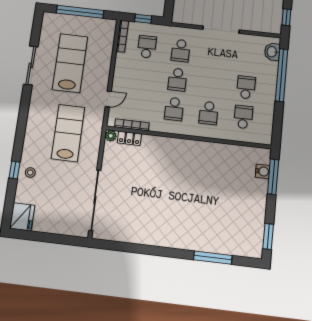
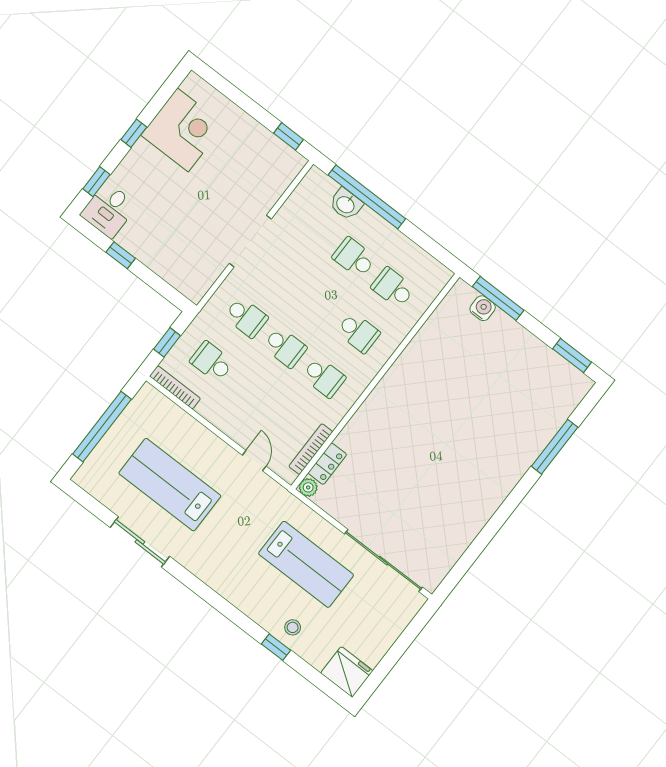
washbasin: (272, 52) -> (346, 204), moved
lab bench: (68, 133) -> (306, 564), moved, turned 180

